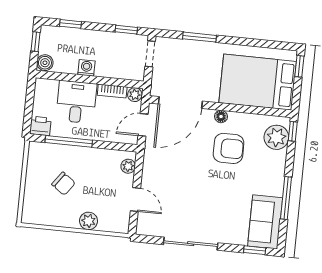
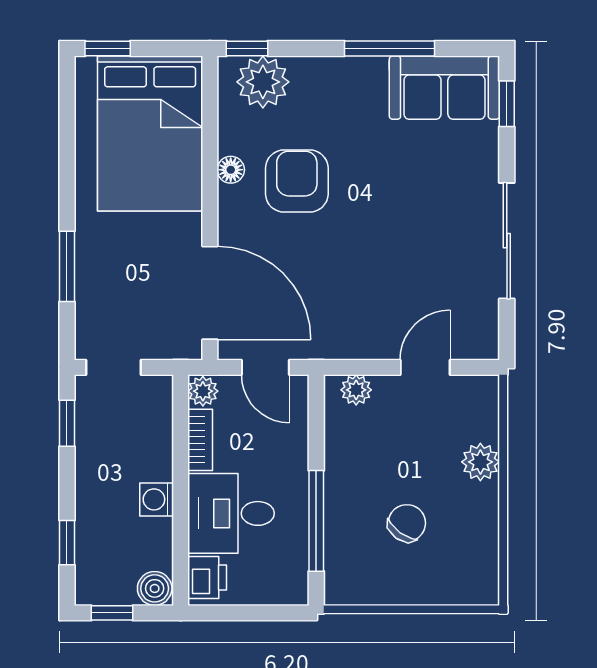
floor lamp: (221, 116) -> (231, 170), moved
printer: (40, 126) -> (207, 577), moved, turned 180

